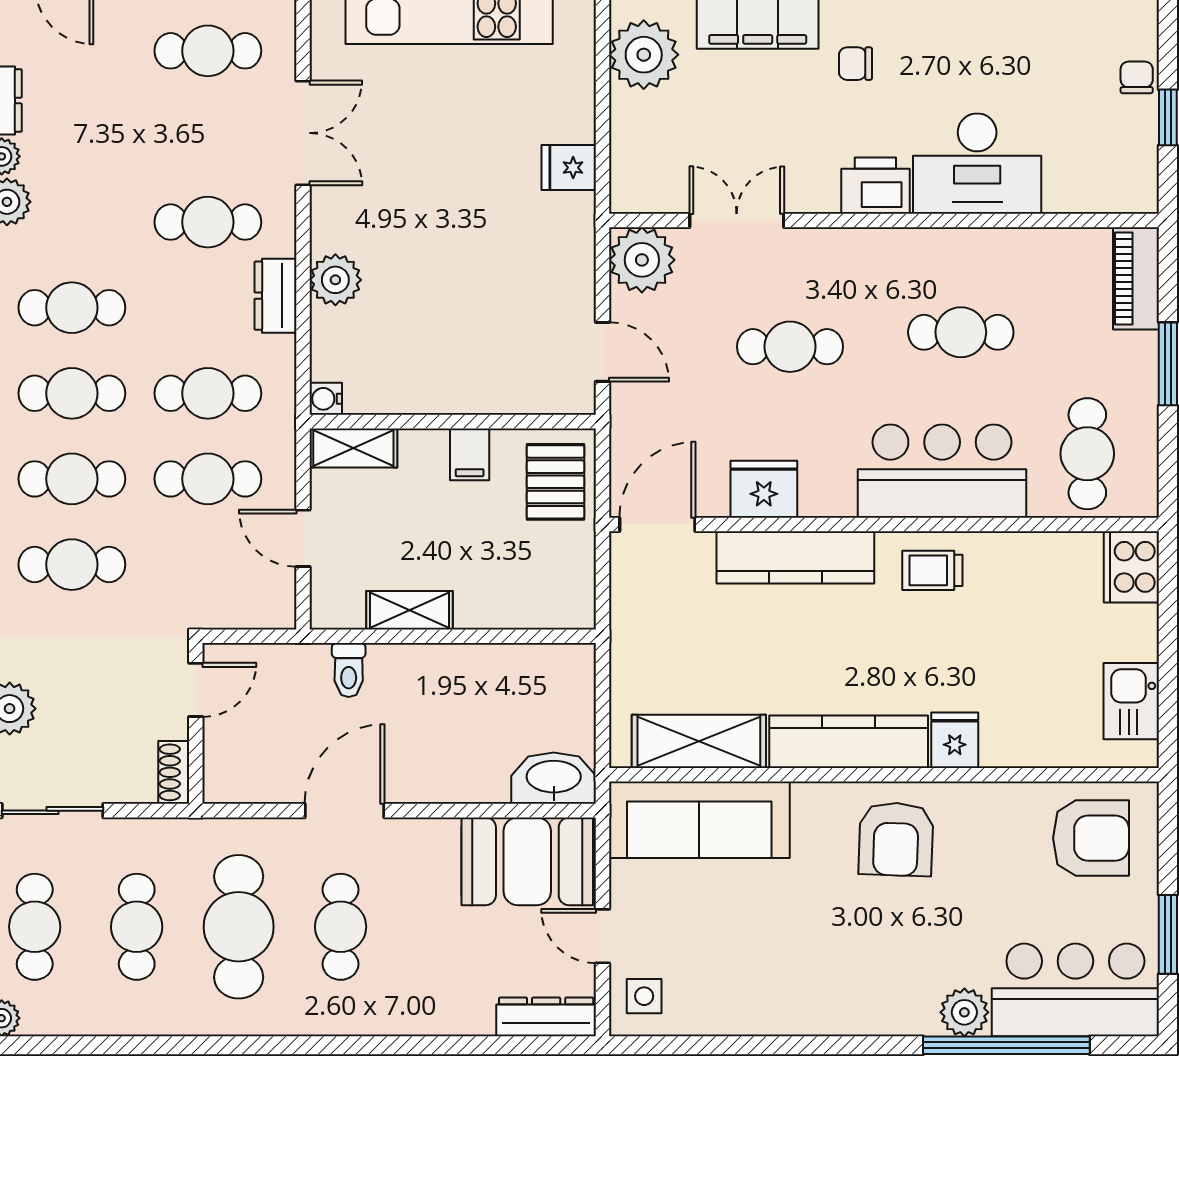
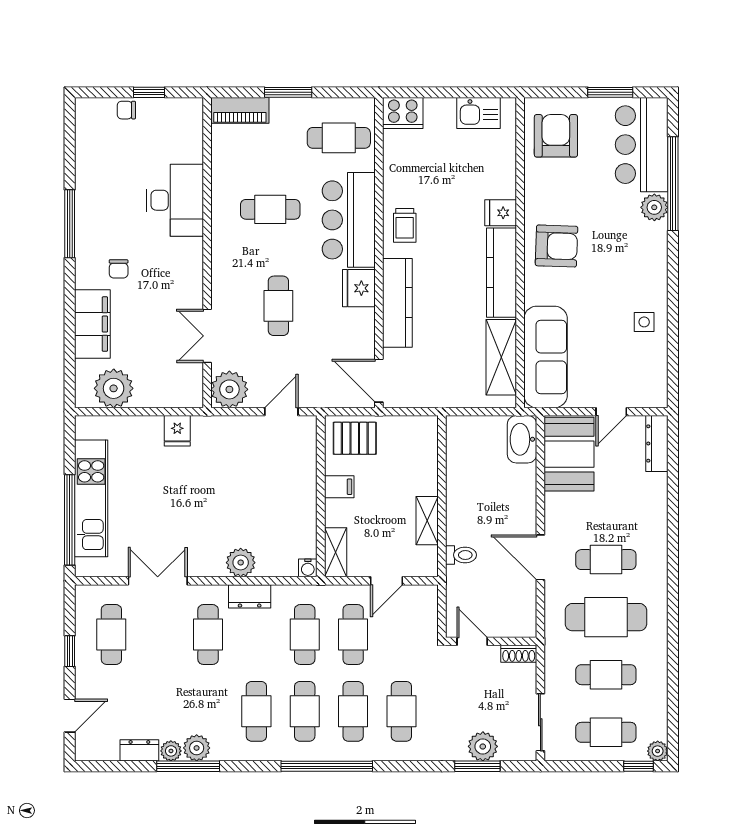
printer: (875, 186) -> (187, 258), removed
cafe table: (961, 332) -> (270, 209), turned 90
fridge: (764, 489) -> (359, 288), moved
side table: (644, 996) -> (644, 322), moved

